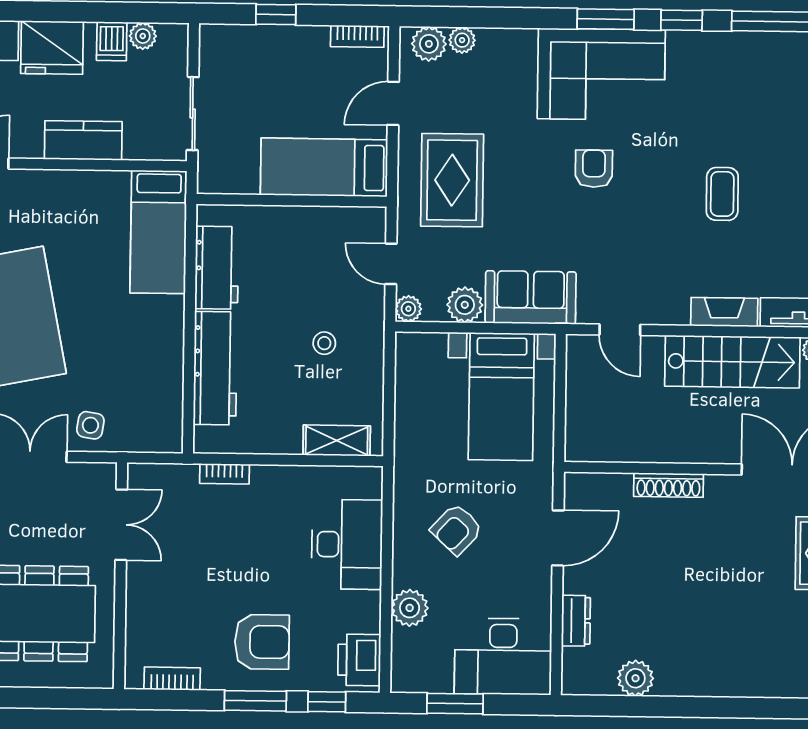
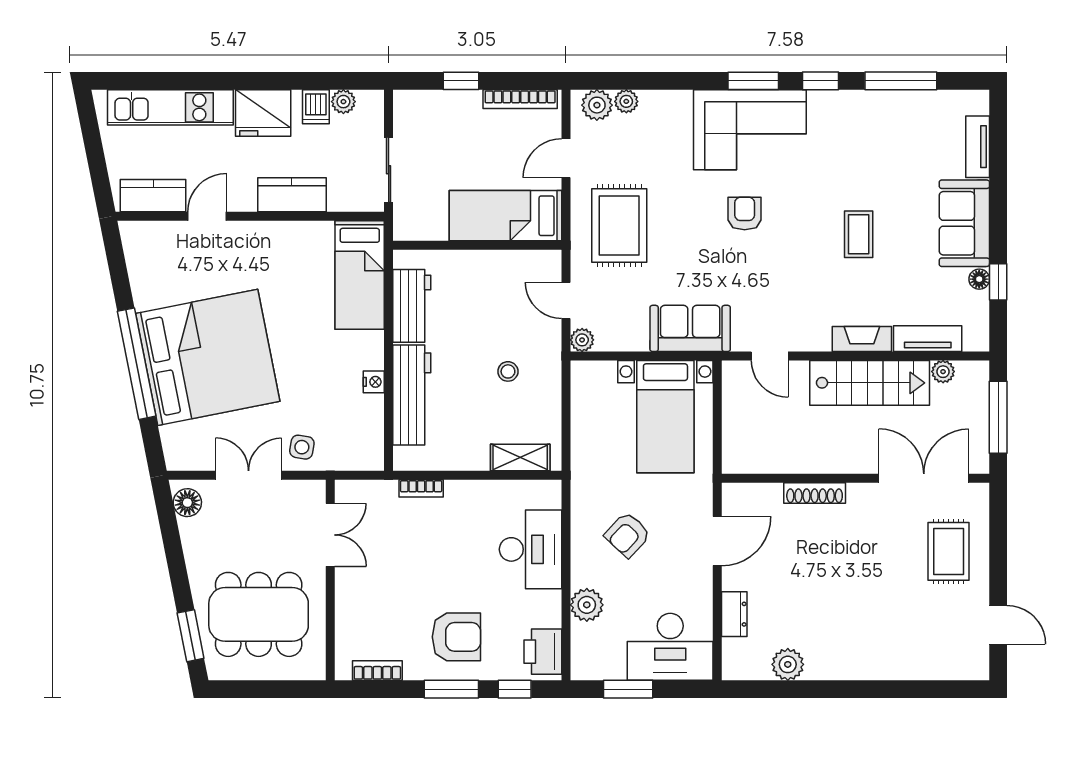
bookcase: (357, 36) -> (520, 99), width x1.56
plant: (465, 305) -> (632, 336), removed
nightstand: (173, 353) -> (374, 382), added

